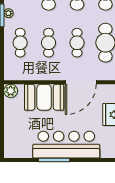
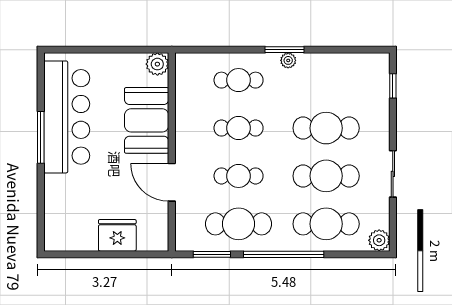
door: (81, 82) -> (172, 182), width x0.73
bar counter: (66, 145) -> (67, 117), moved

